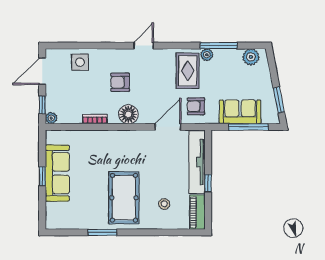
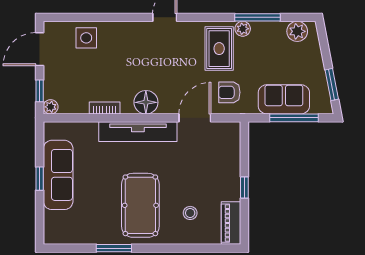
armchair: (120, 82) -> (136, 63), removed
tv unit: (197, 162) -> (138, 132), moved, turned -90

